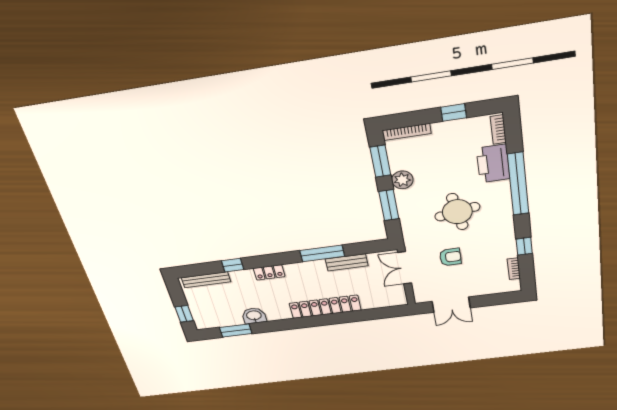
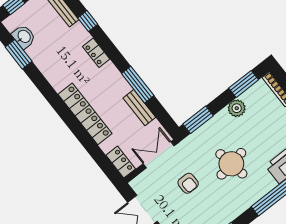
window: (389, 205) -> (198, 120), moved
locker: (391, 300) -> (121, 162), added
washbasin: (254, 316) -> (24, 37), moved

